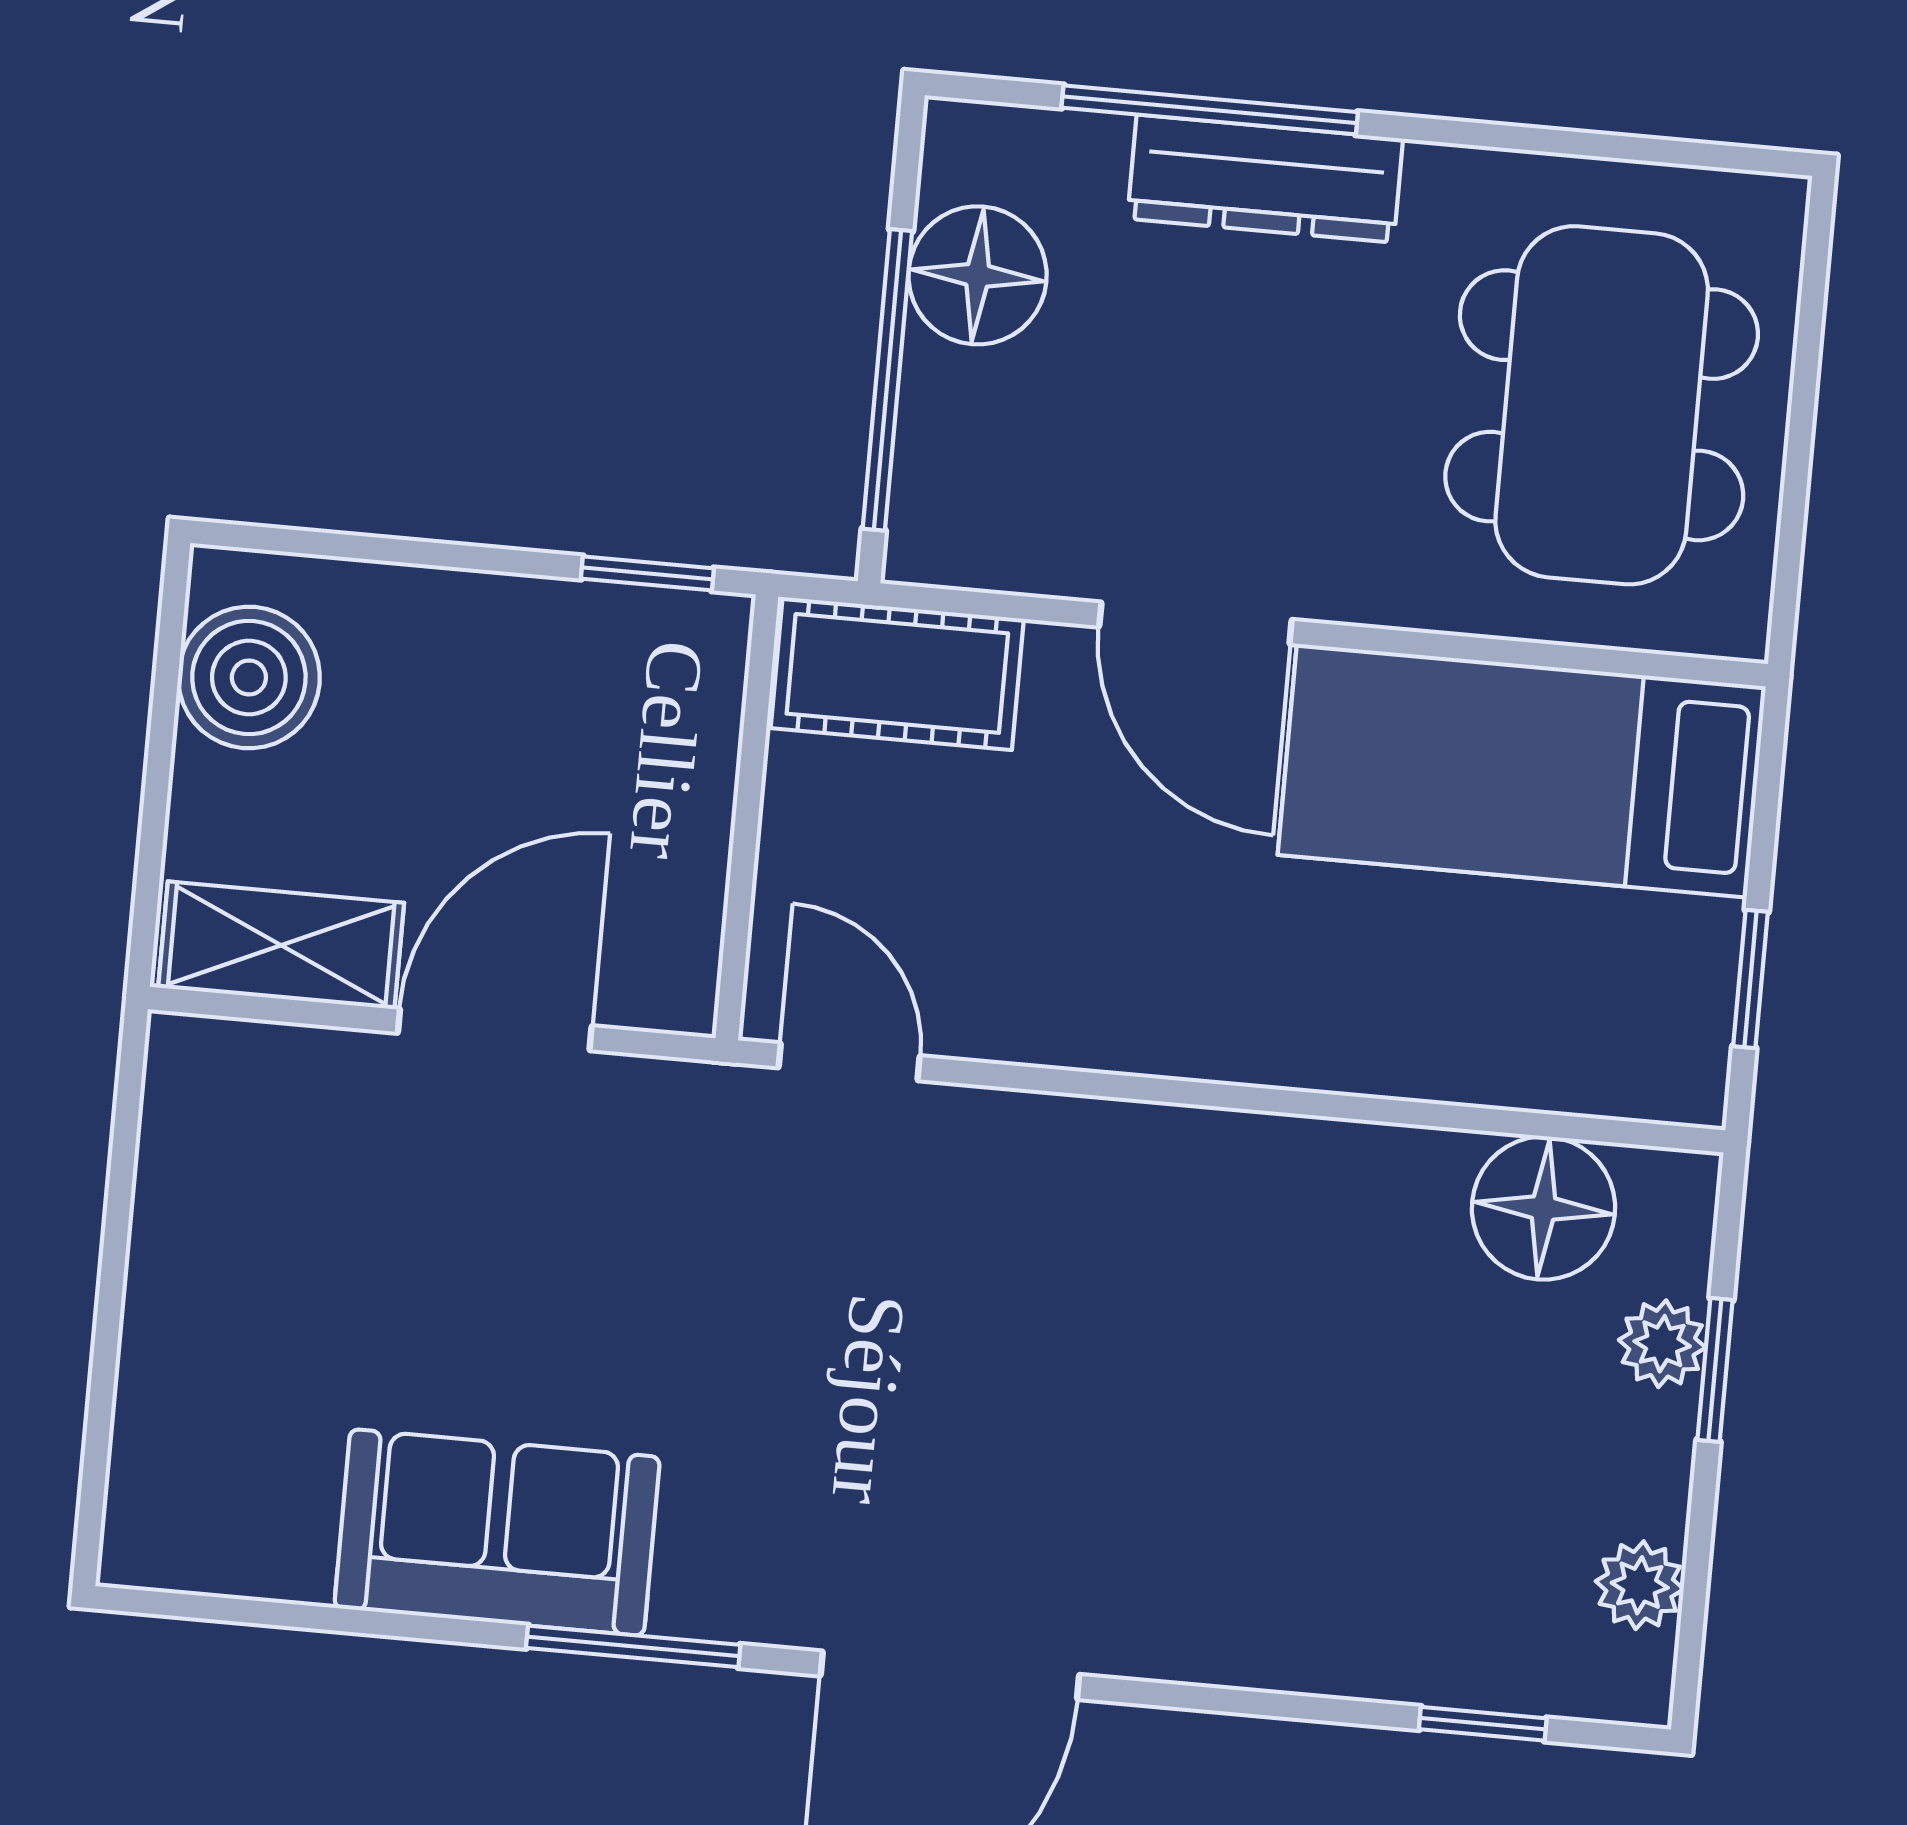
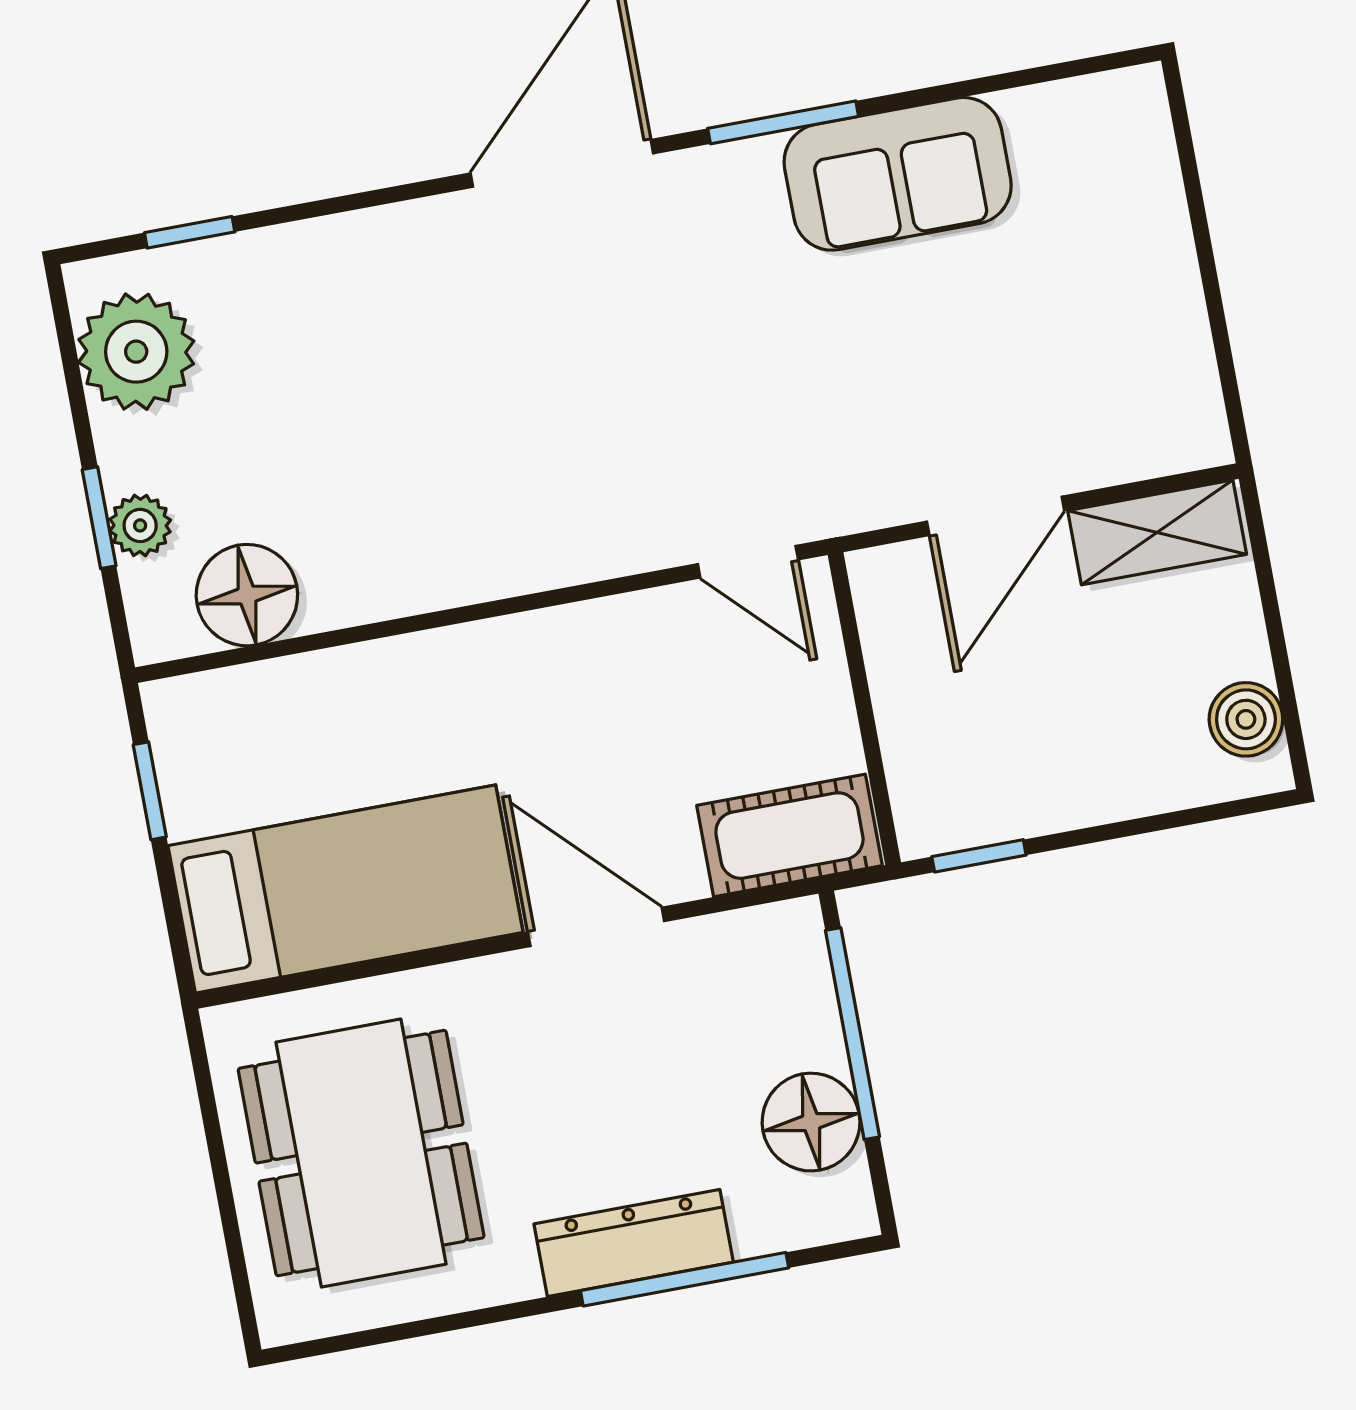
boiler: (249, 677) -> (1246, 719), width x0.73, depth x0.73
plant: (1640, 1585) -> (136, 352), width x1.88, depth x1.88

